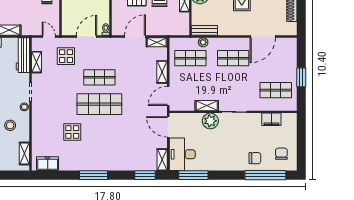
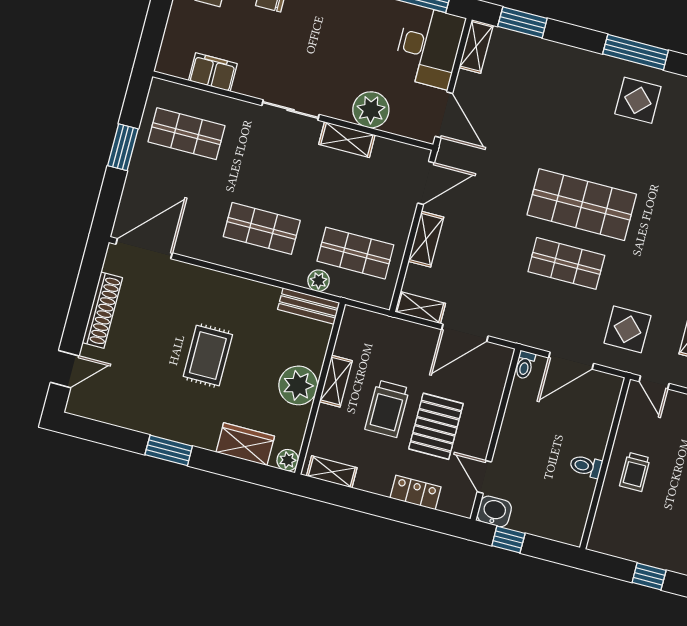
door: (263, 36) -> (144, 249), moved
plant: (210, 121) -> (371, 110), moved
display table: (72, 132) -> (638, 100), moved

